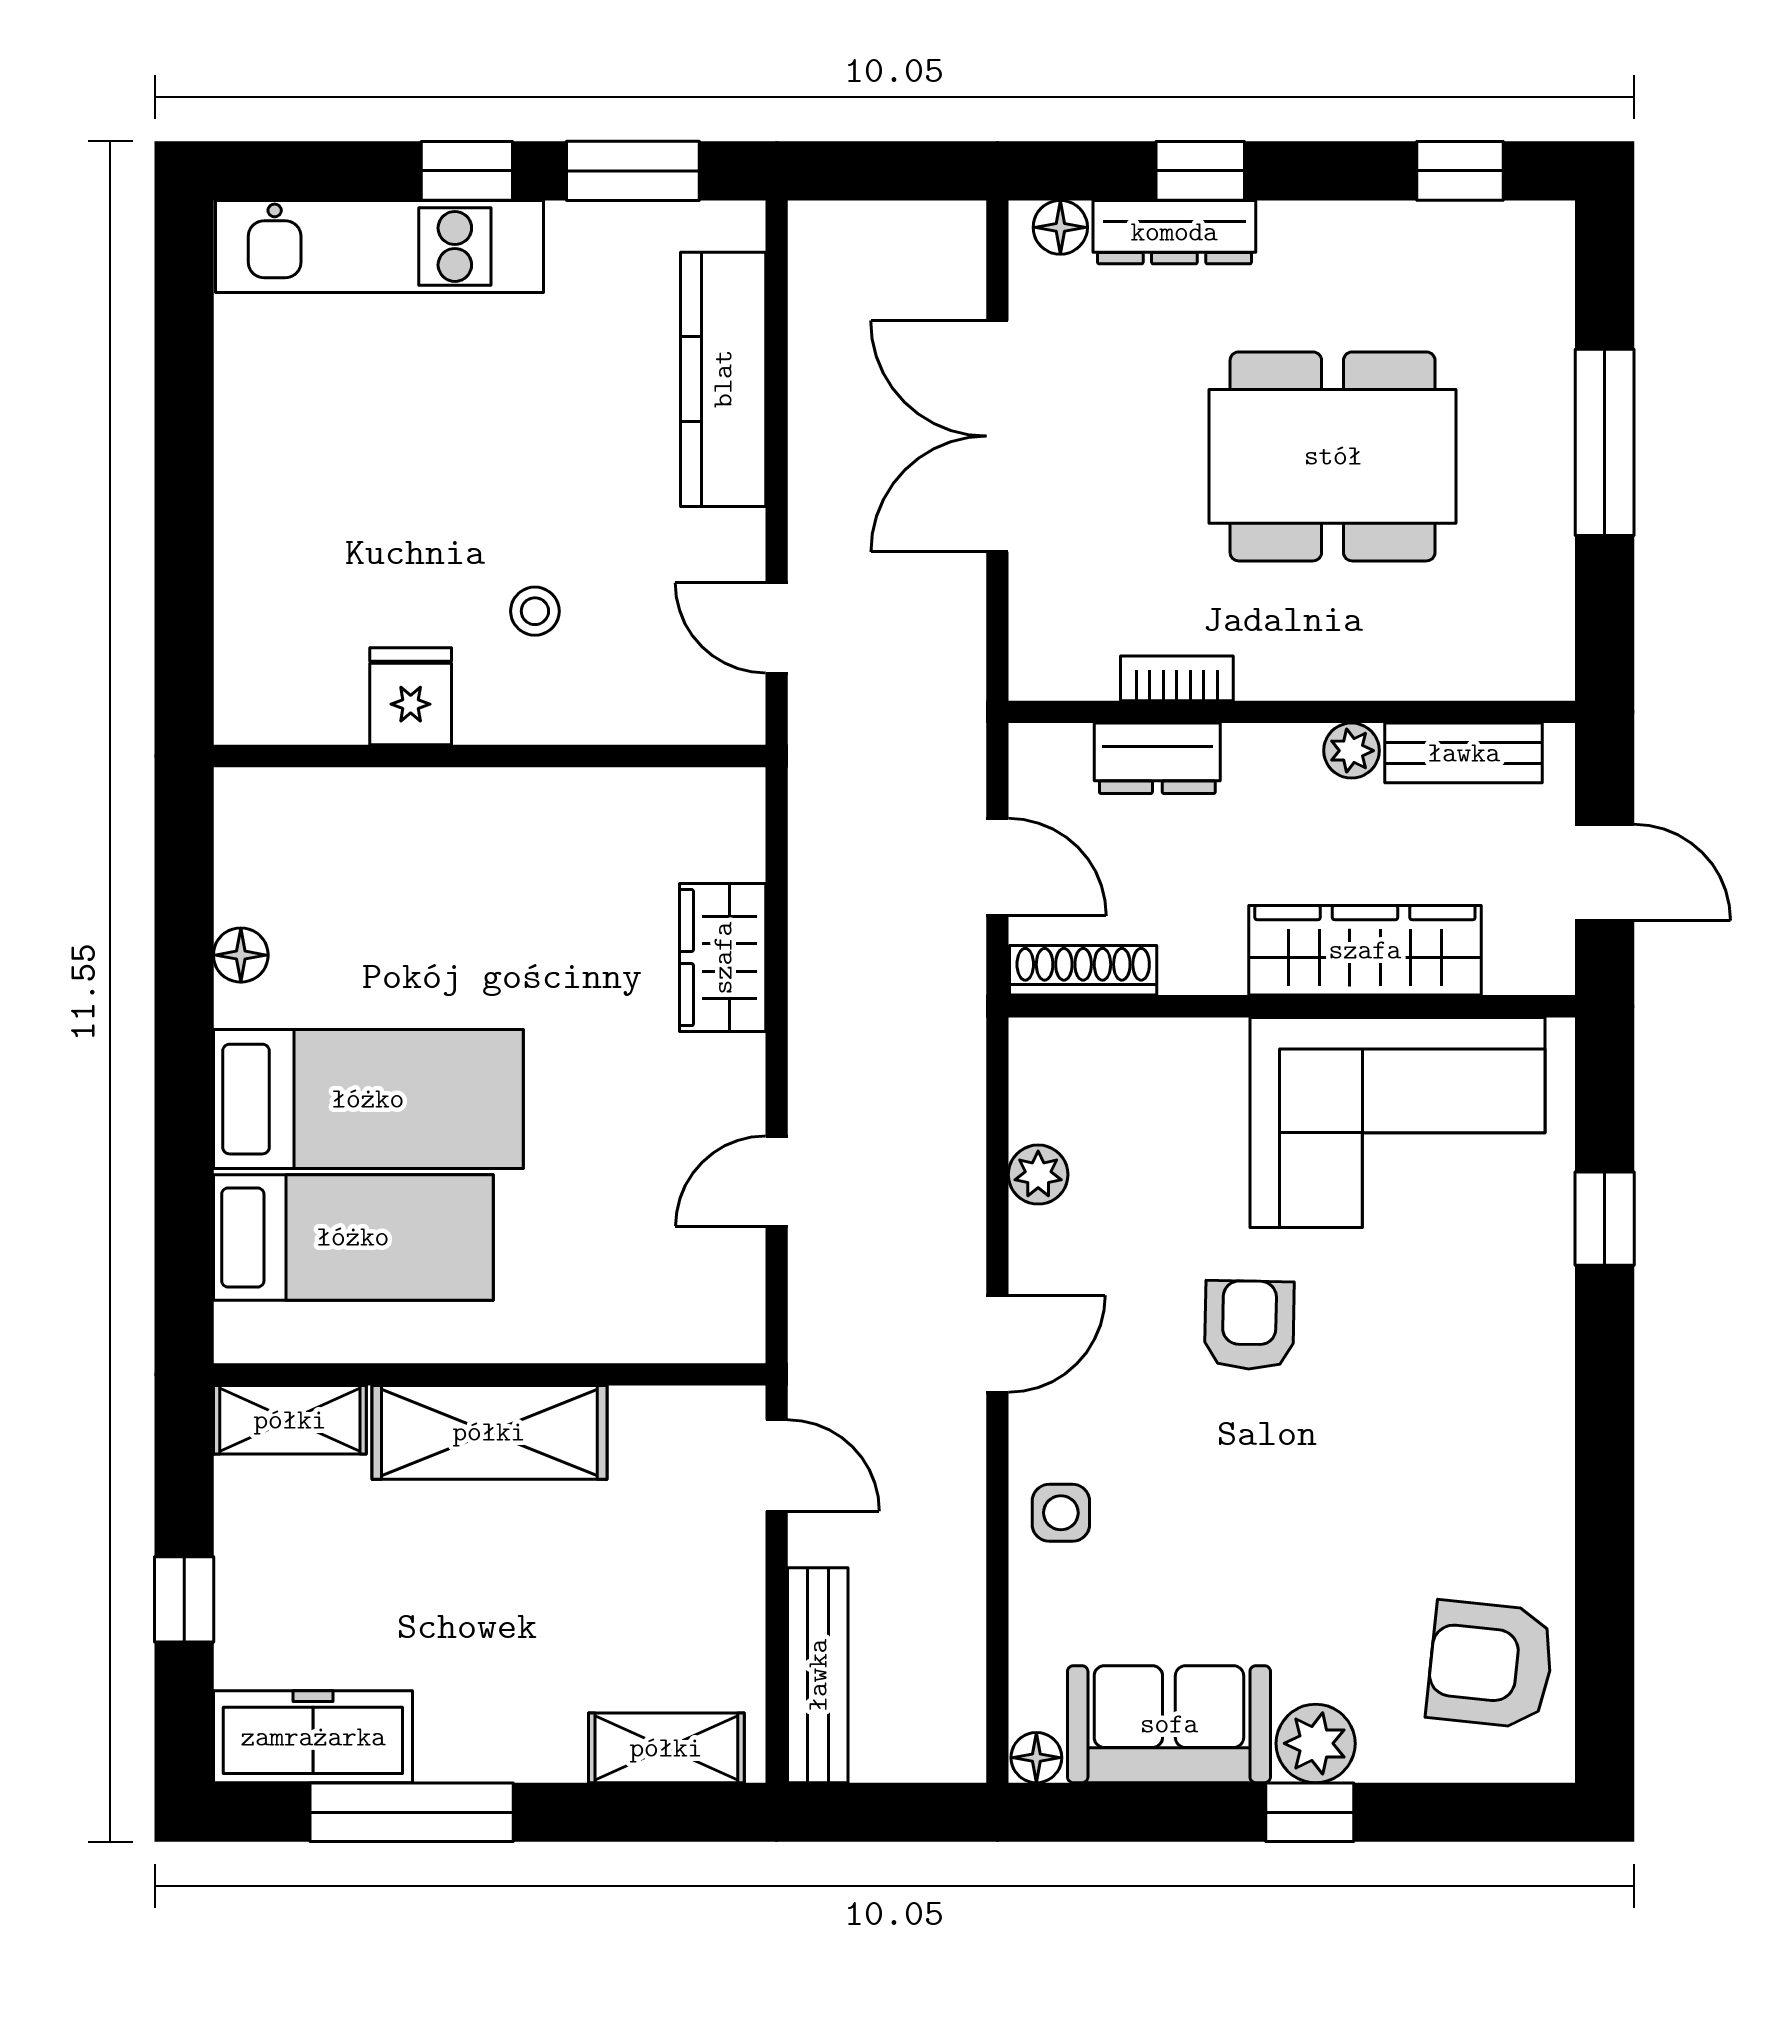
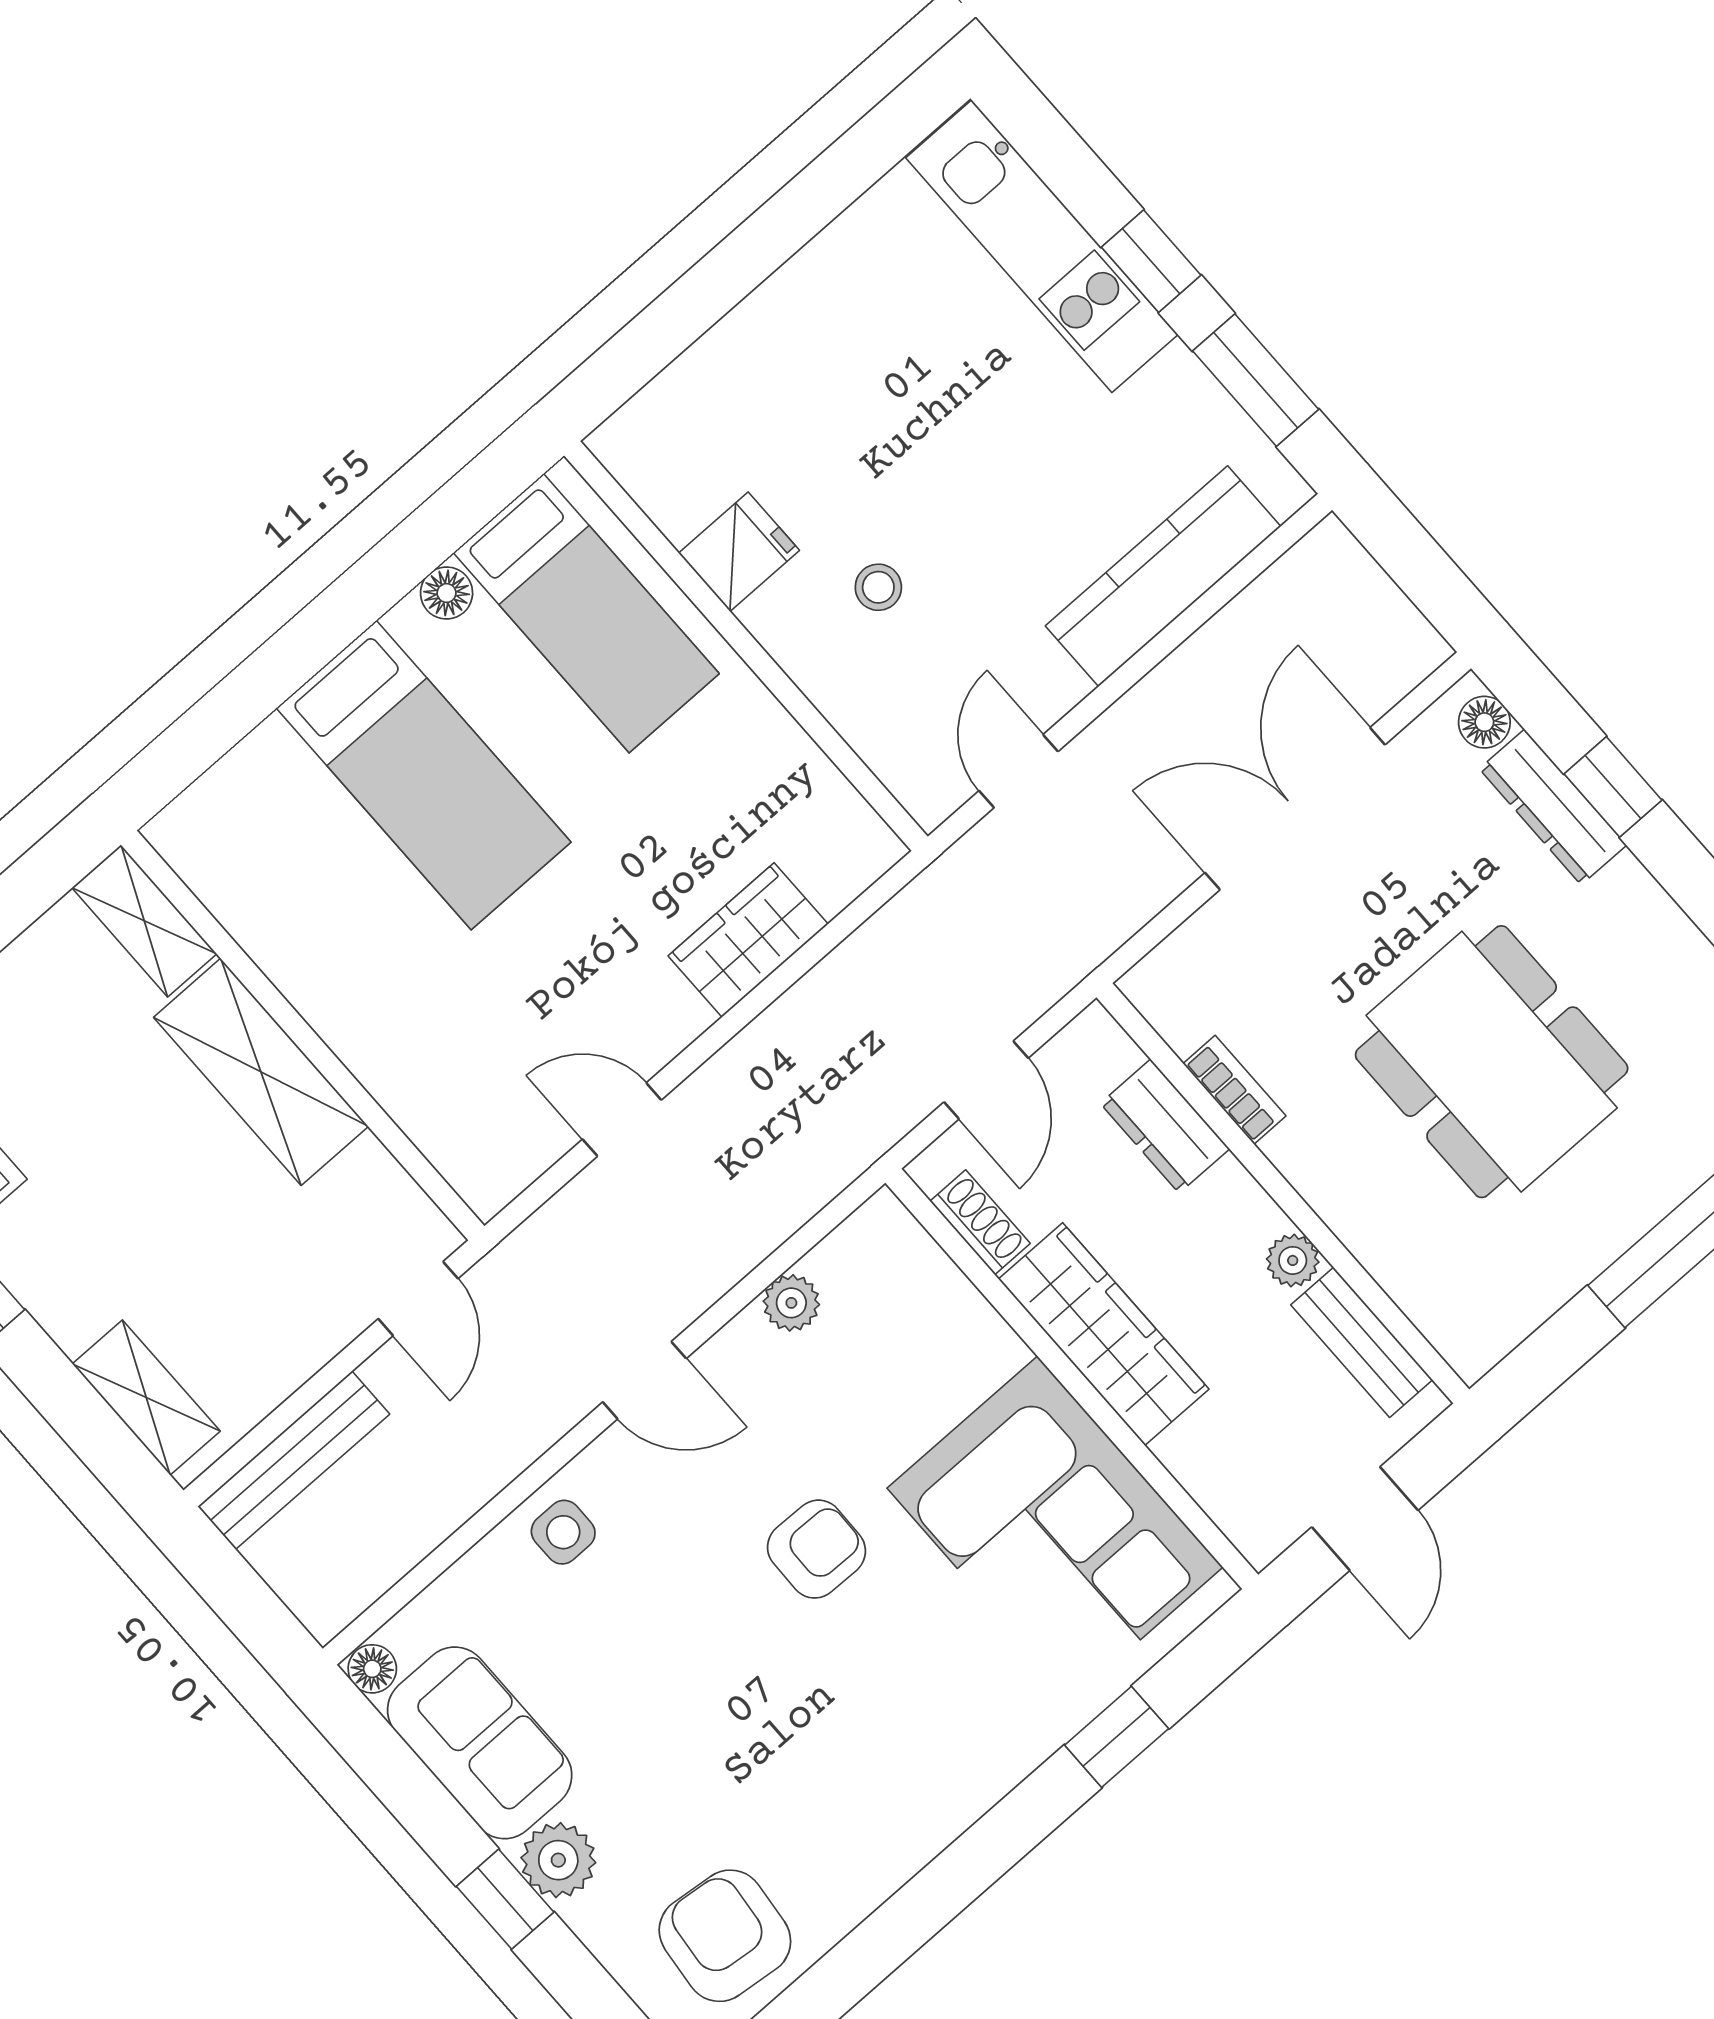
wardrobe: (1365, 950) -> (1104, 1334), moved
shoe rack: (1083, 970) -> (980, 1222), width x0.70
bed: (353, 1237) -> (586, 613), moved

